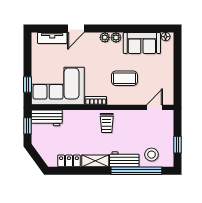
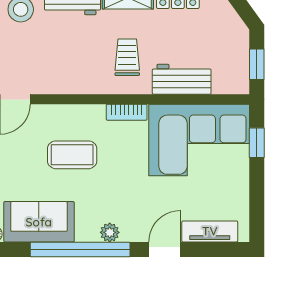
window: (120, 29) -> (80, 249), added
plant: (116, 38) -> (88, 232), removed
workbench: (47, 118) -> (182, 79), moved
trolley: (107, 123) -> (127, 57), moved

